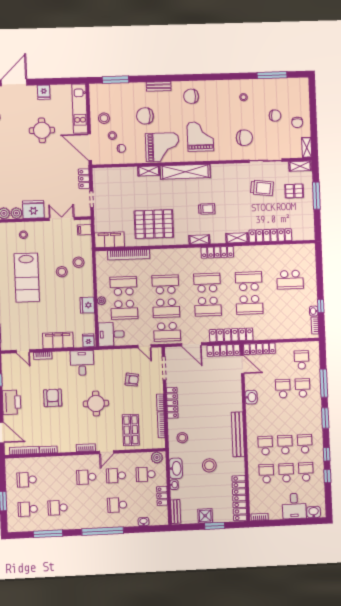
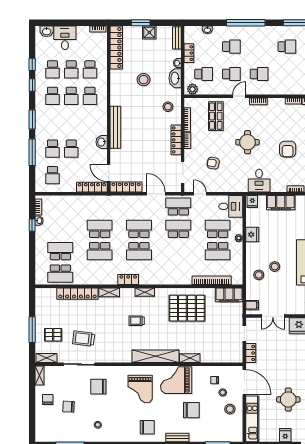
locker: (217, 252) -> (128, 280), width x0.66
school desk: (165, 284) -> (60, 274), moved
locker: (231, 335) -> (118, 201), removed
bench: (238, 434) -> (115, 127), moved

